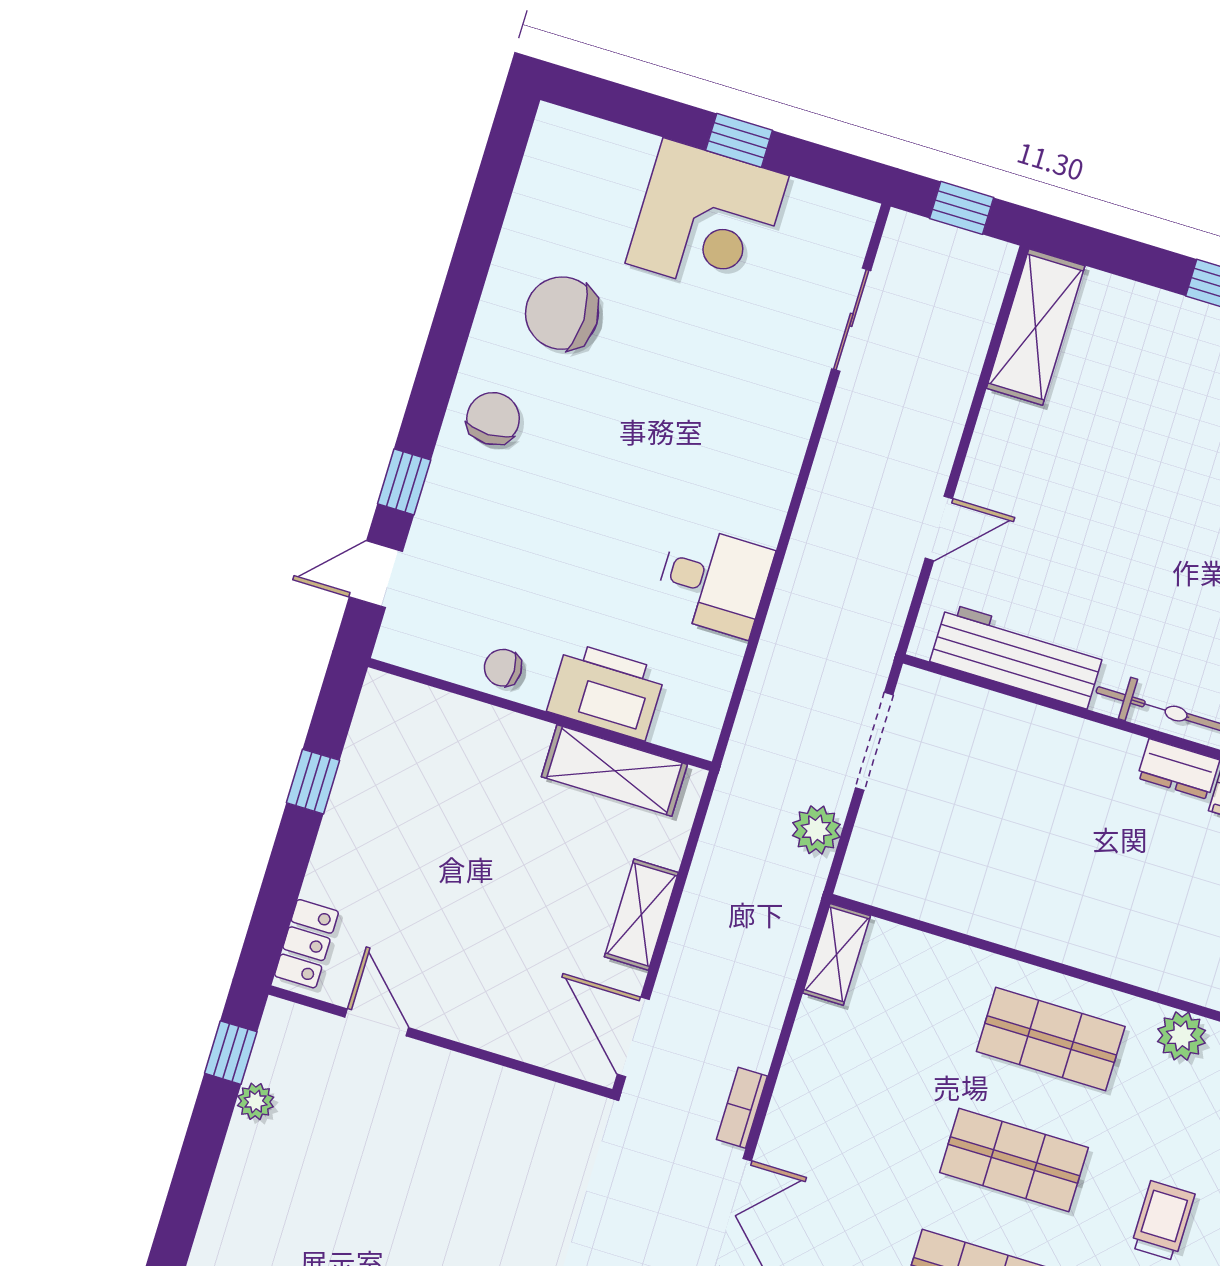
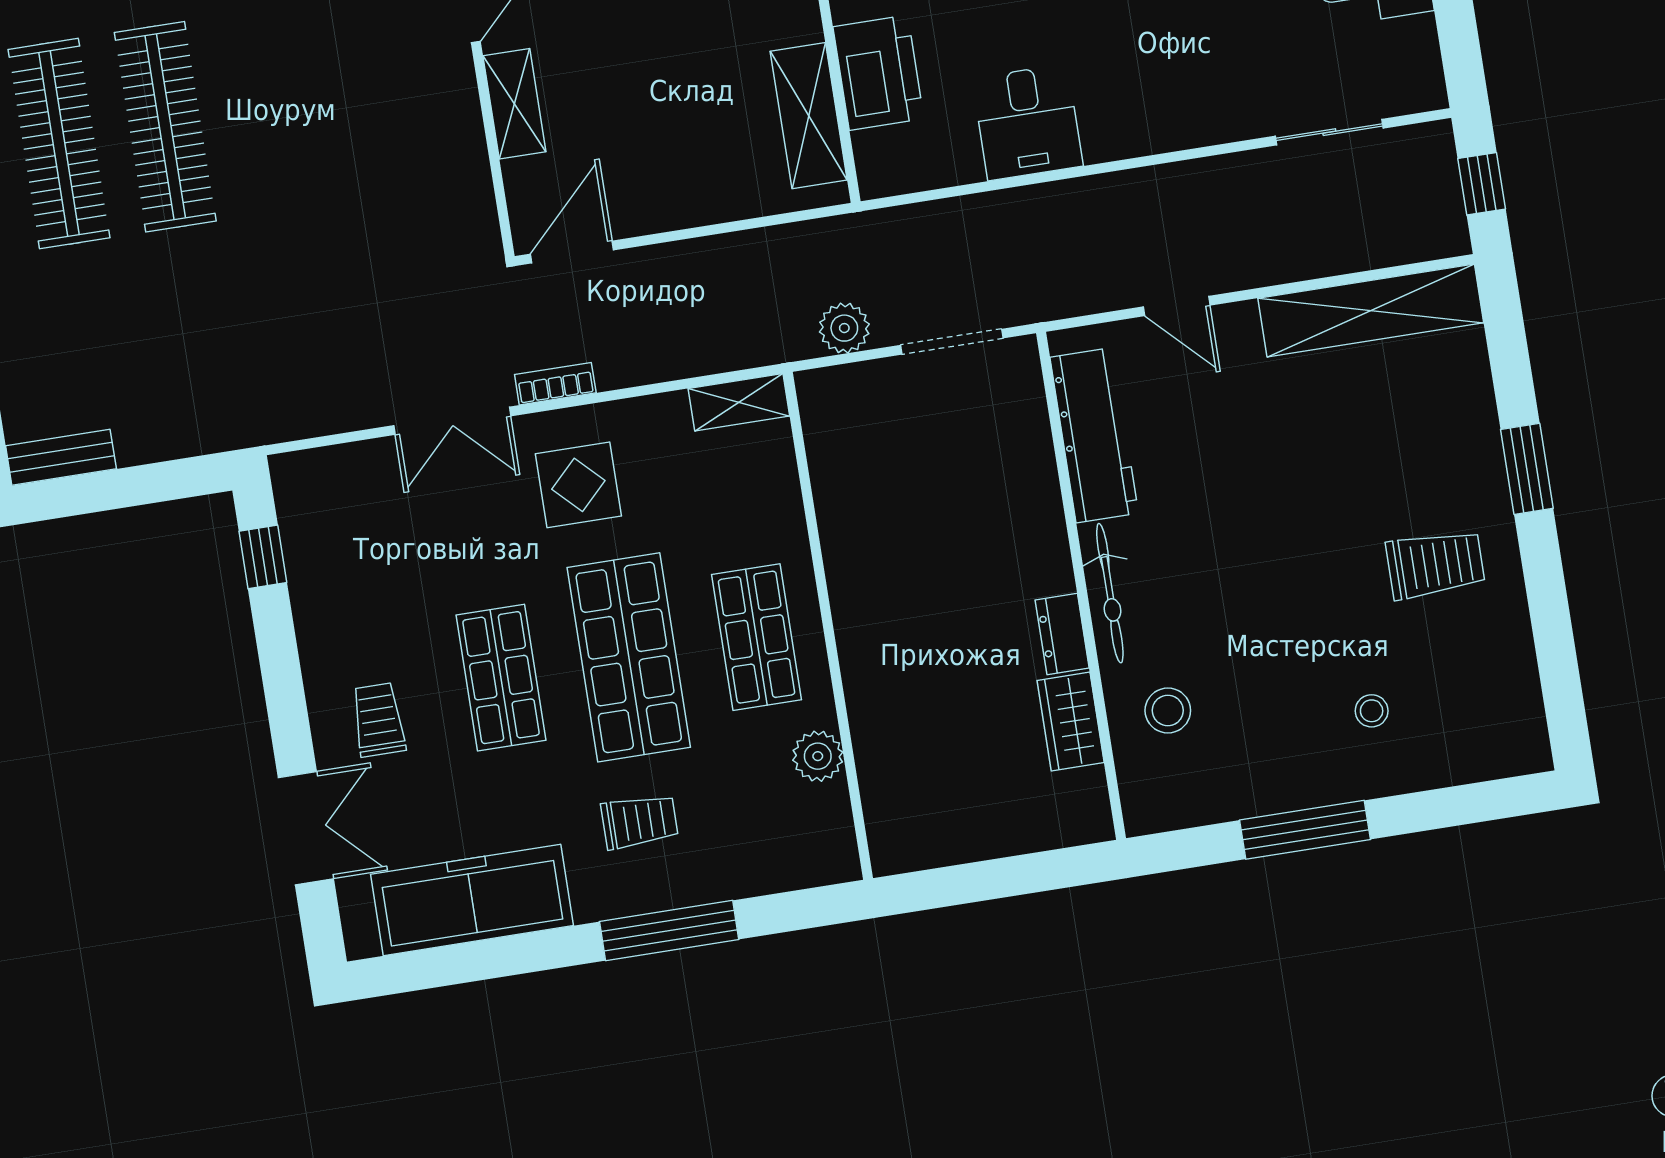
shelving: (1036, 327) -> (1371, 311), width x1.47
shelving: (641, 915) -> (514, 104), moved, turned 90
display table: (841, 1131) -> (578, 485), added
shop shelf: (1014, 1160) -> (629, 657), width x1.43, depth x1.36

